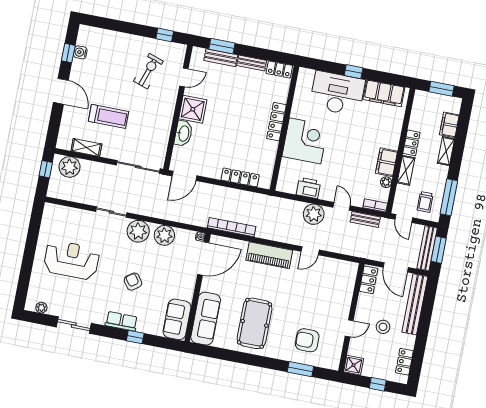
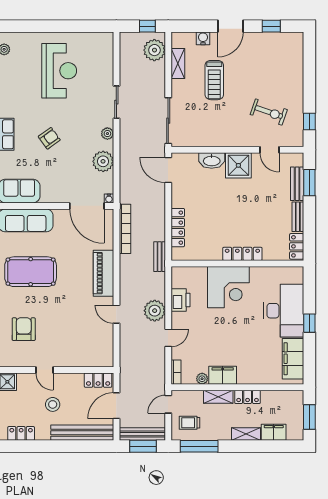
water cooler: (80, 52) -> (203, 38), moved
bench: (365, 219) -> (160, 257), moved
plant: (138, 231) -> (107, 134), width x0.53, depth x0.53

